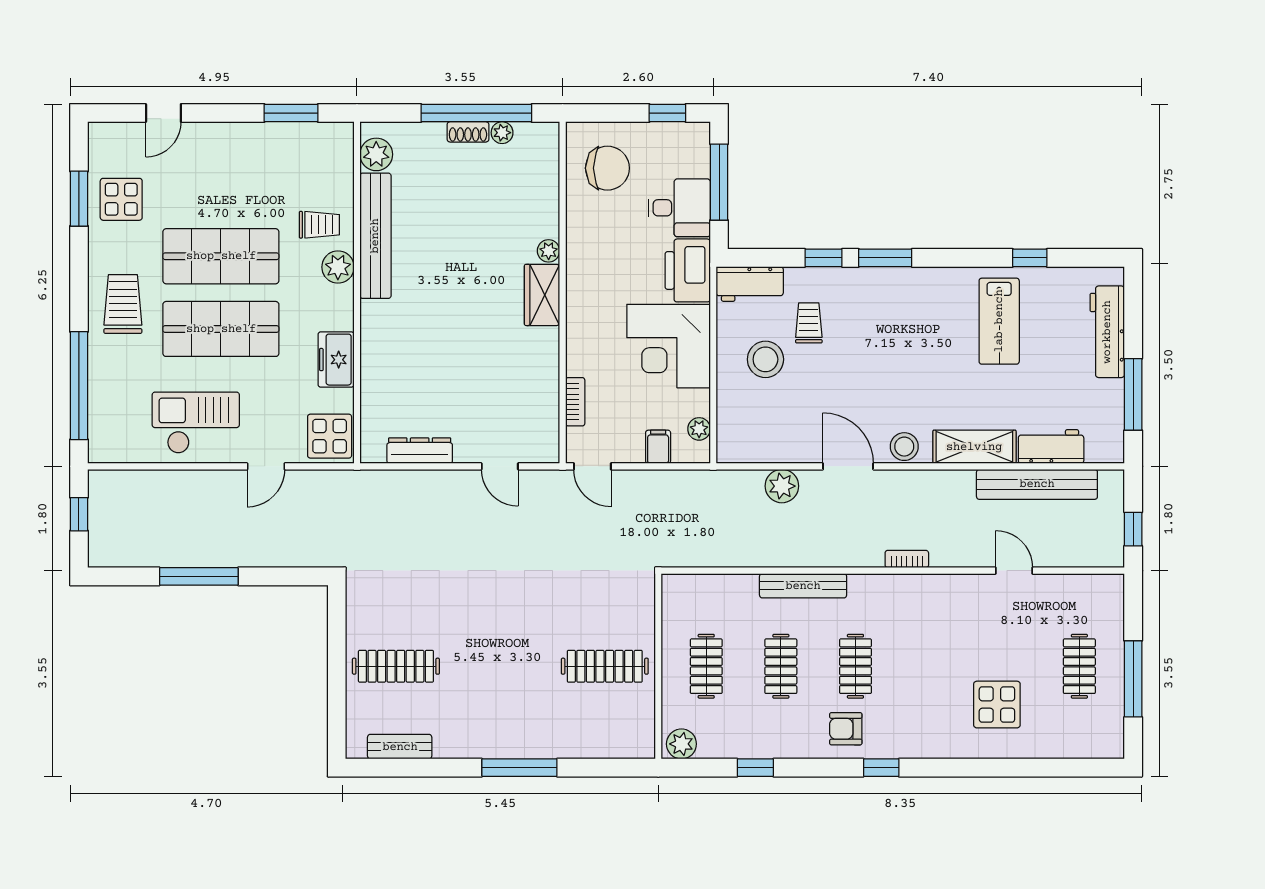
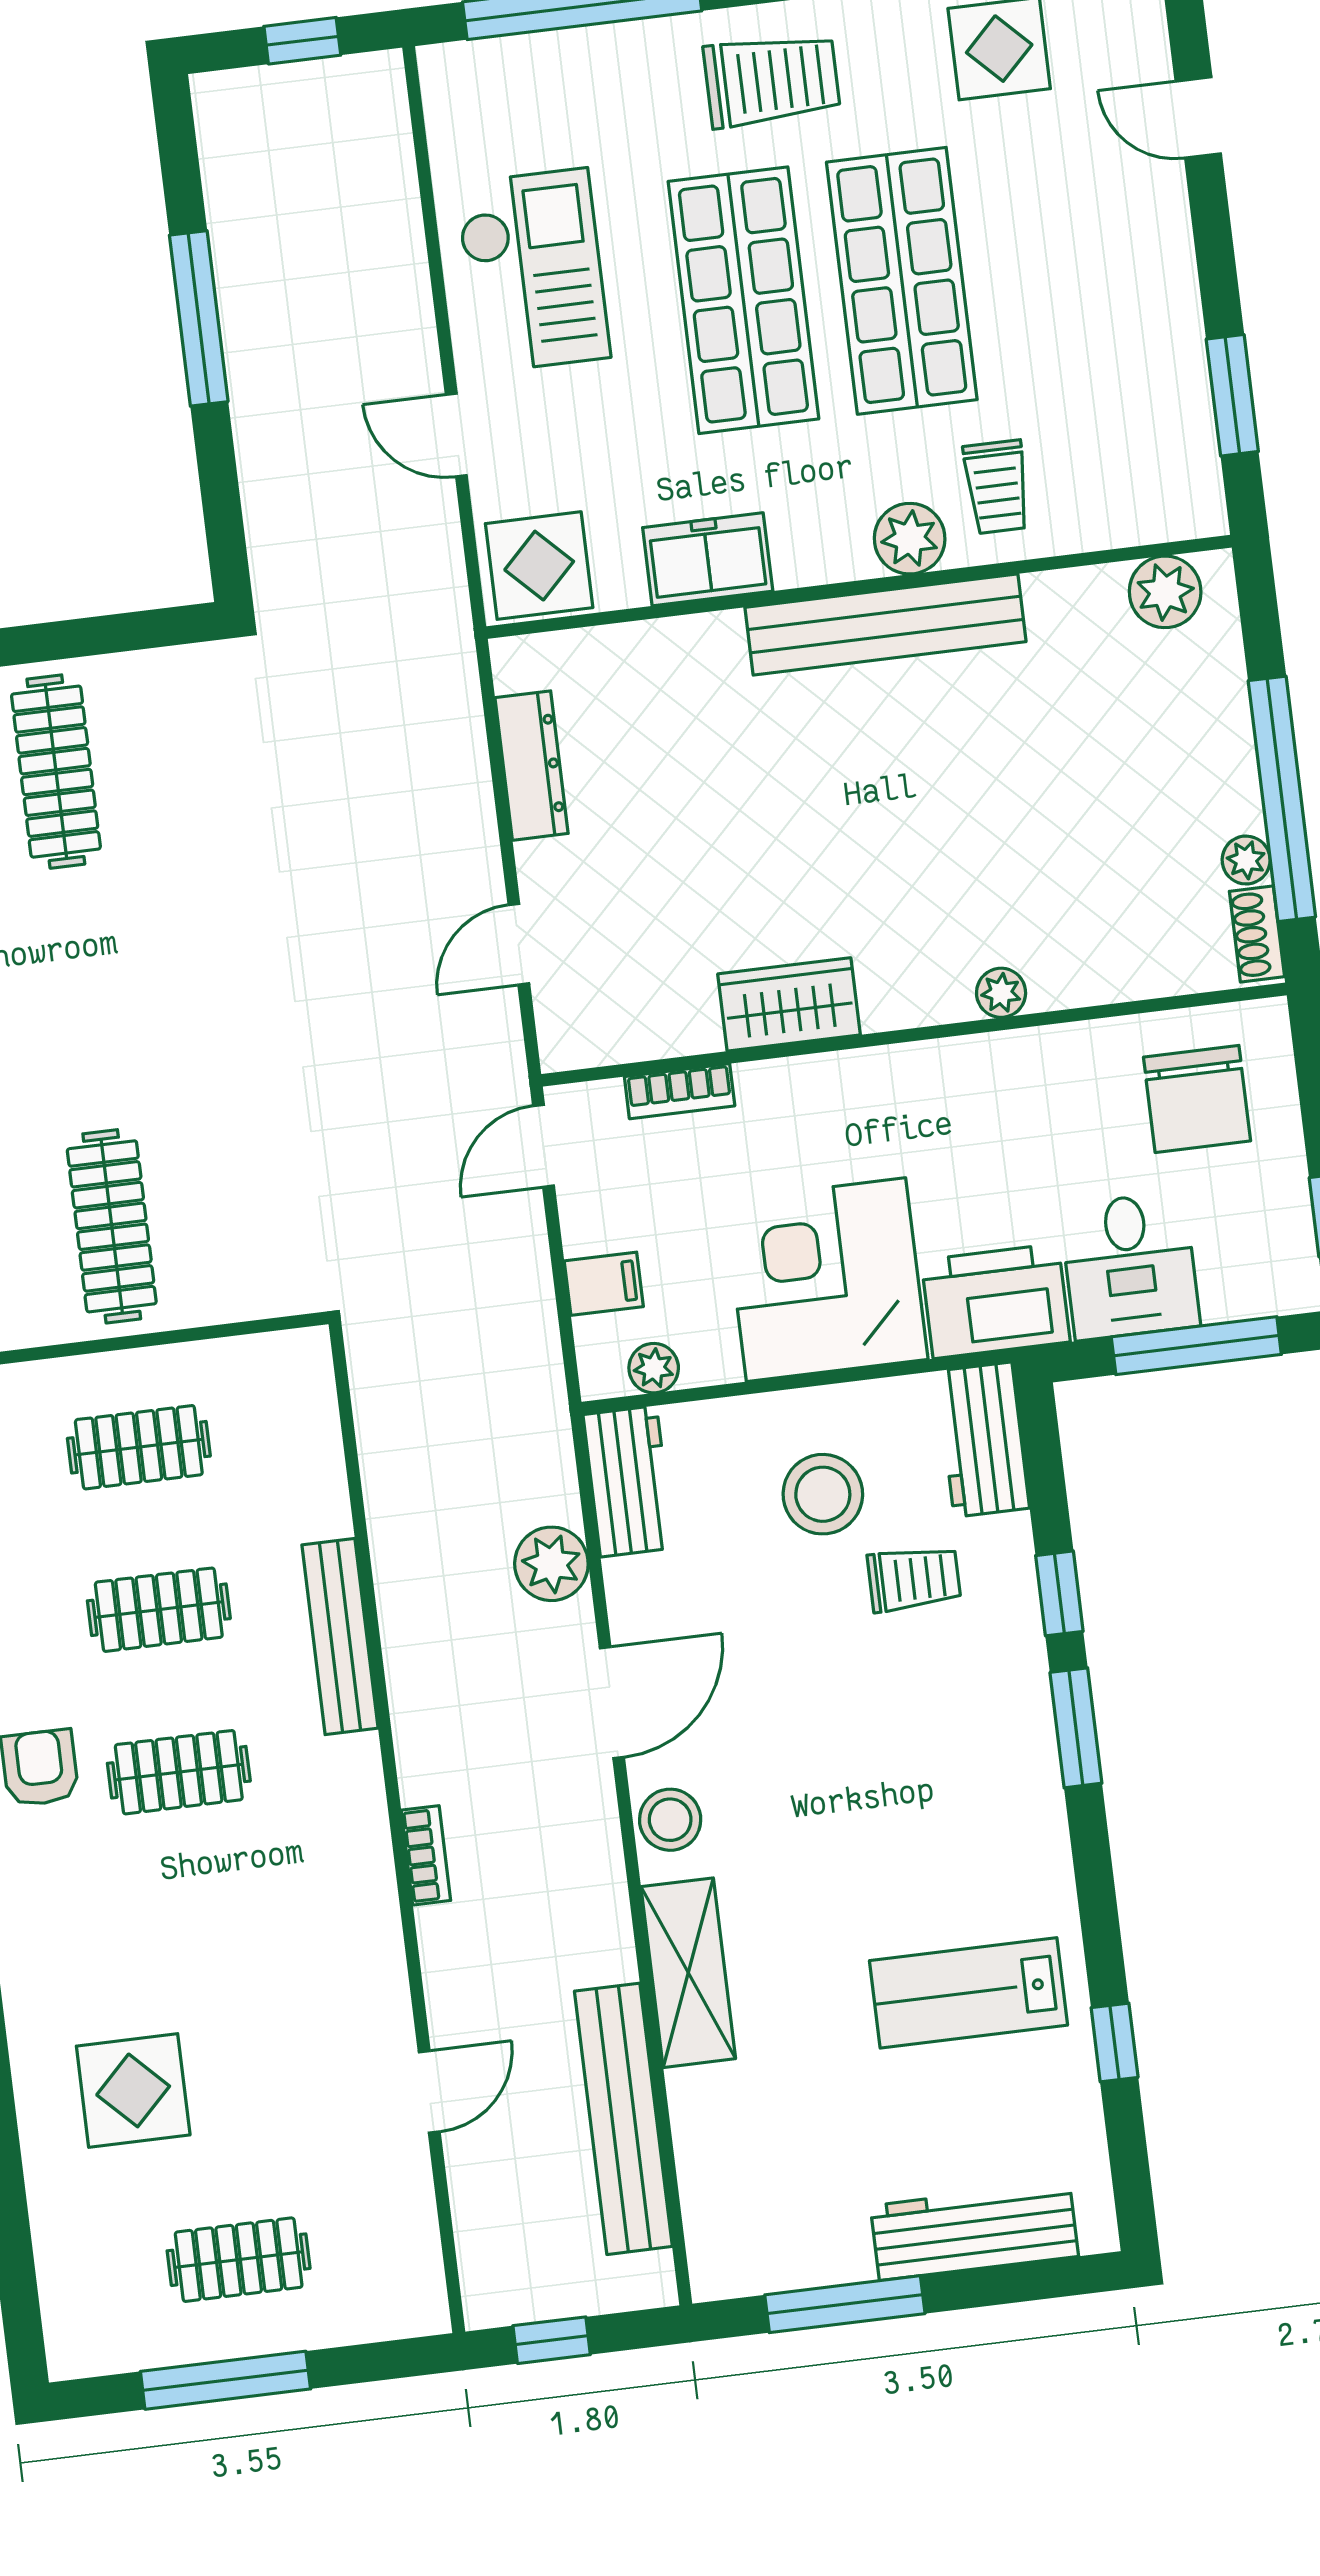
shoe rack: (468, 132) -> (1257, 934), moved
bench: (375, 236) -> (885, 625), moved
wardrobe: (542, 295) -> (789, 1004), moved
workbench: (1051, 447) -> (628, 1481), moved

